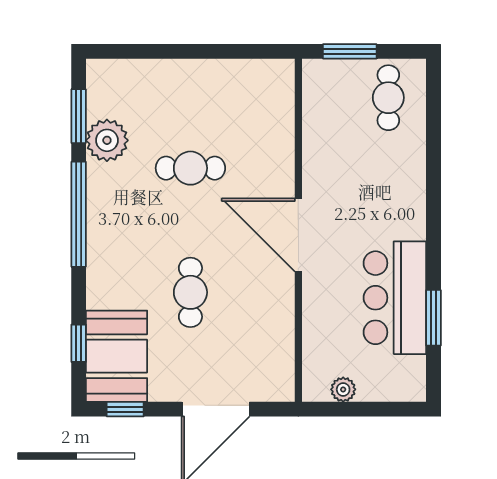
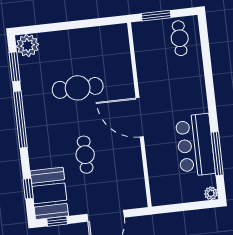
plant: (107, 140) -> (28, 45), moved
cafe table: (190, 168) -> (78, 88), width x1.37, depth x1.35
window: (433, 318) -> (217, 154), width x1.44
plant: (343, 389) -> (211, 193), moved

